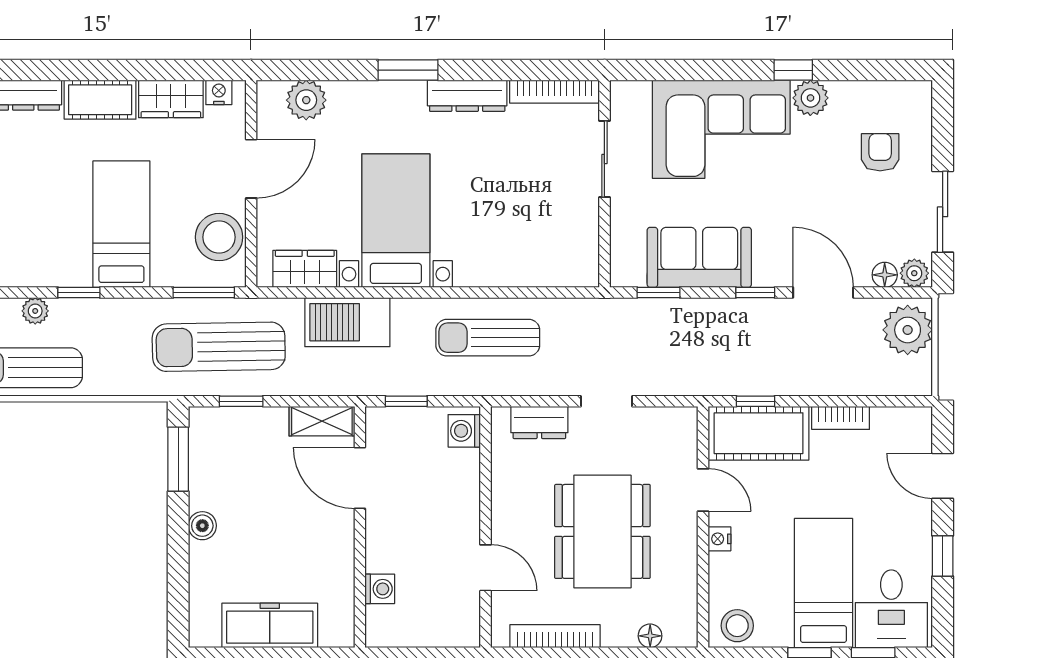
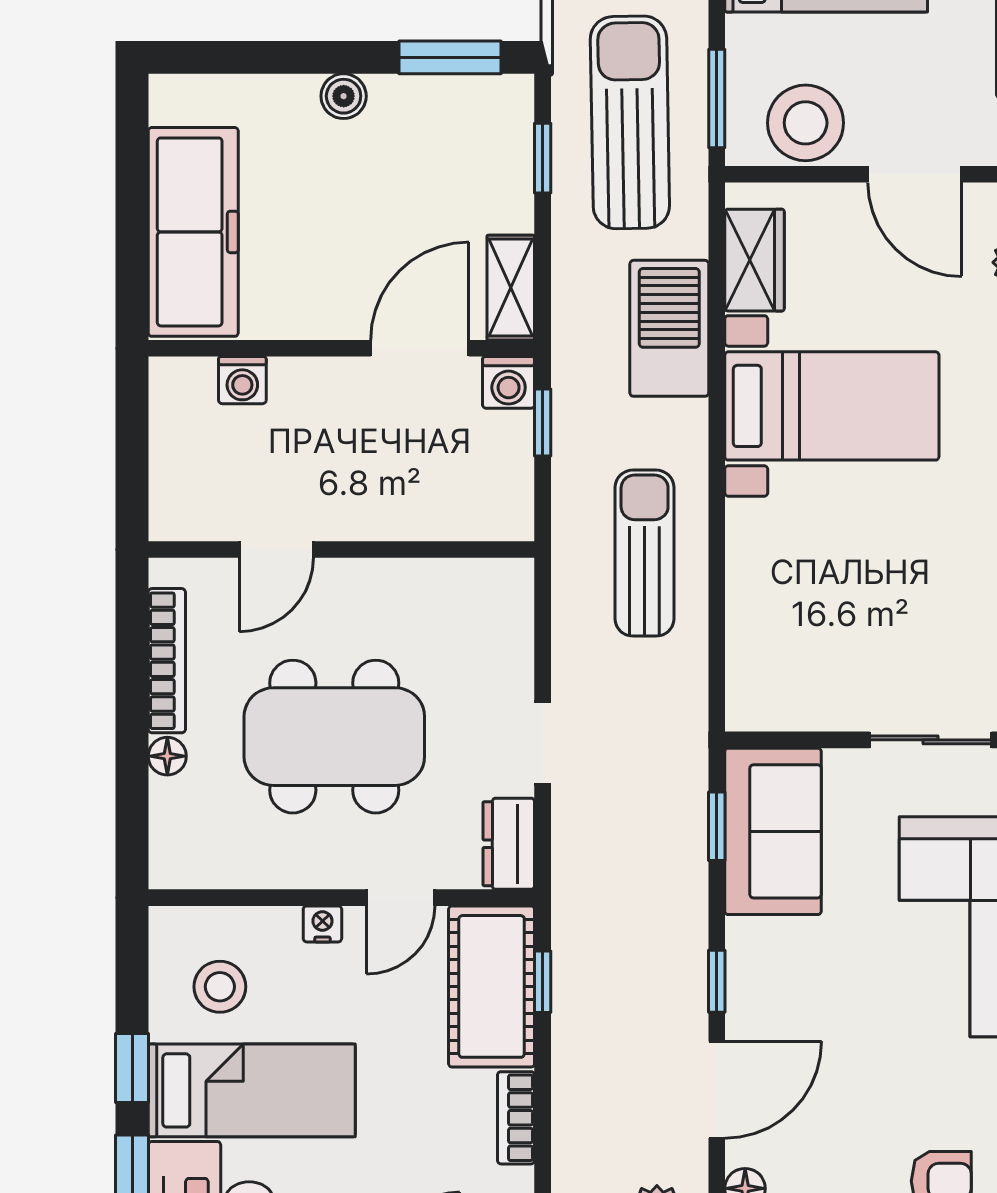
sofa: (699, 257) -> (773, 831), moved
dresser: (539, 422) -> (509, 844), moved
washing machine: (464, 431) -> (509, 382), moved, turned 180
freezer: (270, 625) -> (193, 232), width x1.36, depth x1.26
stool: (737, 626) -> (220, 987), moved
floor lamp: (650, 636) -> (167, 756), moved

